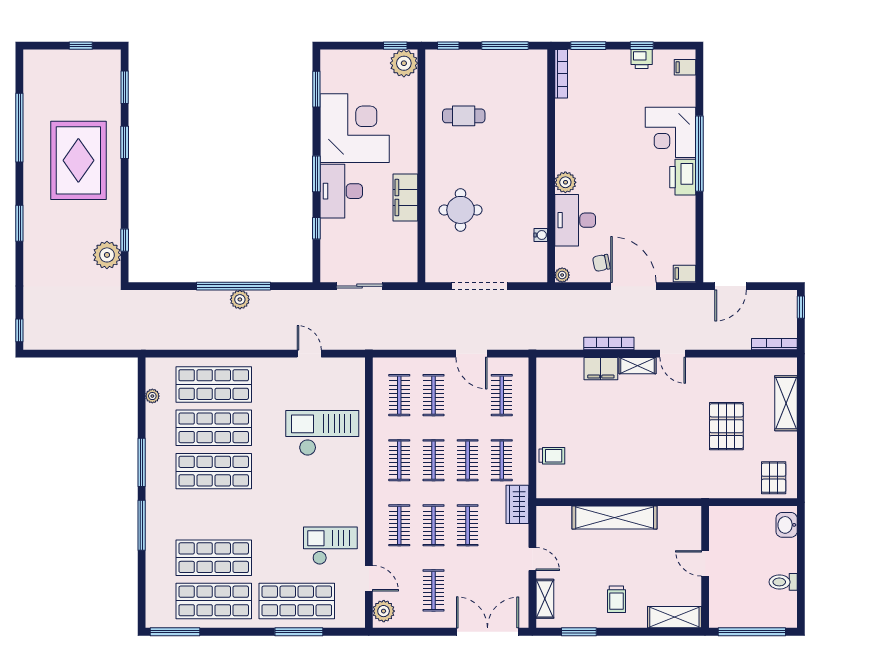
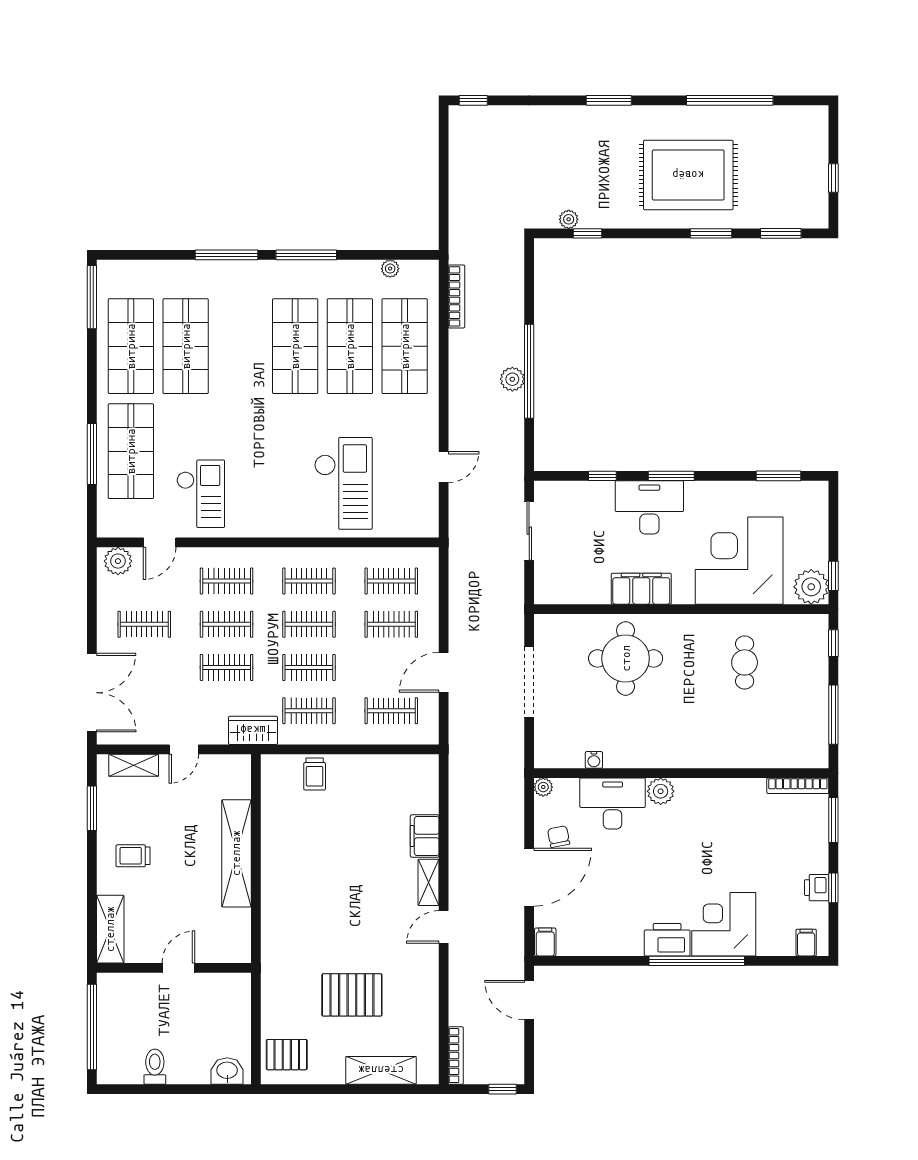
corner desk: (355, 128) -> (739, 561), moved, turned 180
round table: (461, 210) -> (626, 658), width x1.36, depth x1.36
plant: (107, 255) -> (569, 219), width x0.53, depth x0.53
bookcase: (609, 344) -> (456, 296), moved

